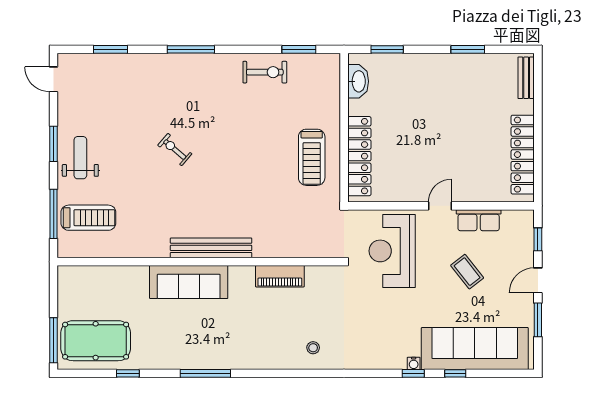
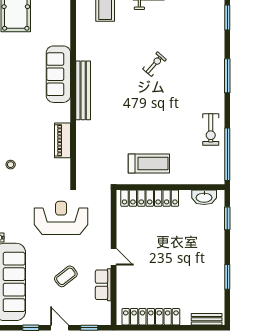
window: (299, 49) -> (227, 154), width x2.11
treadmill: (312, 157) -> (149, 164), turned 180
reception desk: (392, 251) -> (61, 218), moved
window: (538, 320) -> (31, 328), width x0.67

